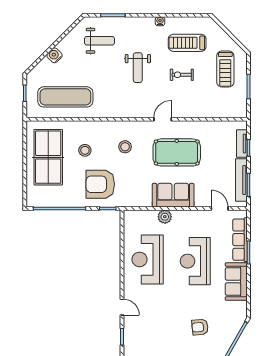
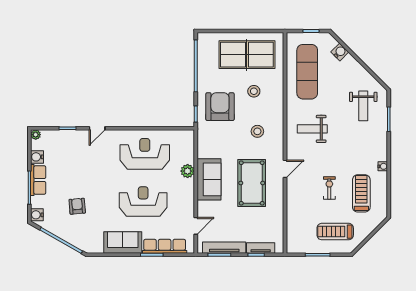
water cooler: (54, 55) -> (340, 52), moved
weight bench: (138, 68) -> (312, 129), moved
door: (163, 119) -> (285, 169), hinge flipped

